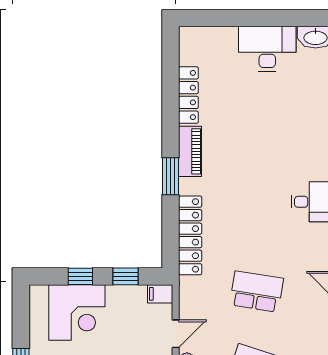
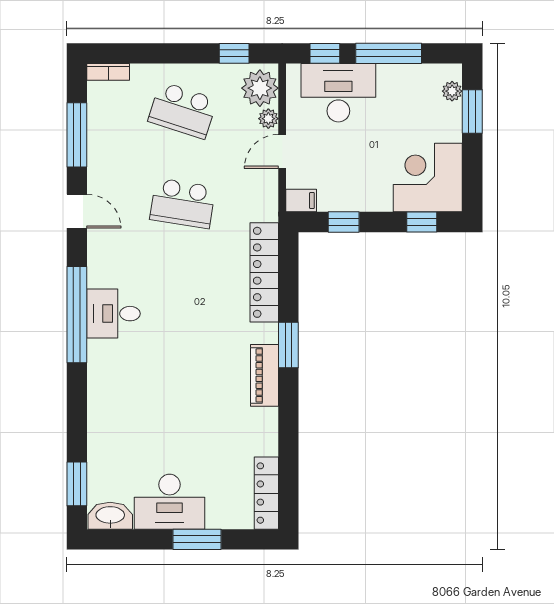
window: (245, 18) -> (197, 539), added
locker: (188, 95) -> (266, 493), moved
window: (80, 276) -> (422, 222), moved
corner desk: (77, 313) -> (428, 178), moved

